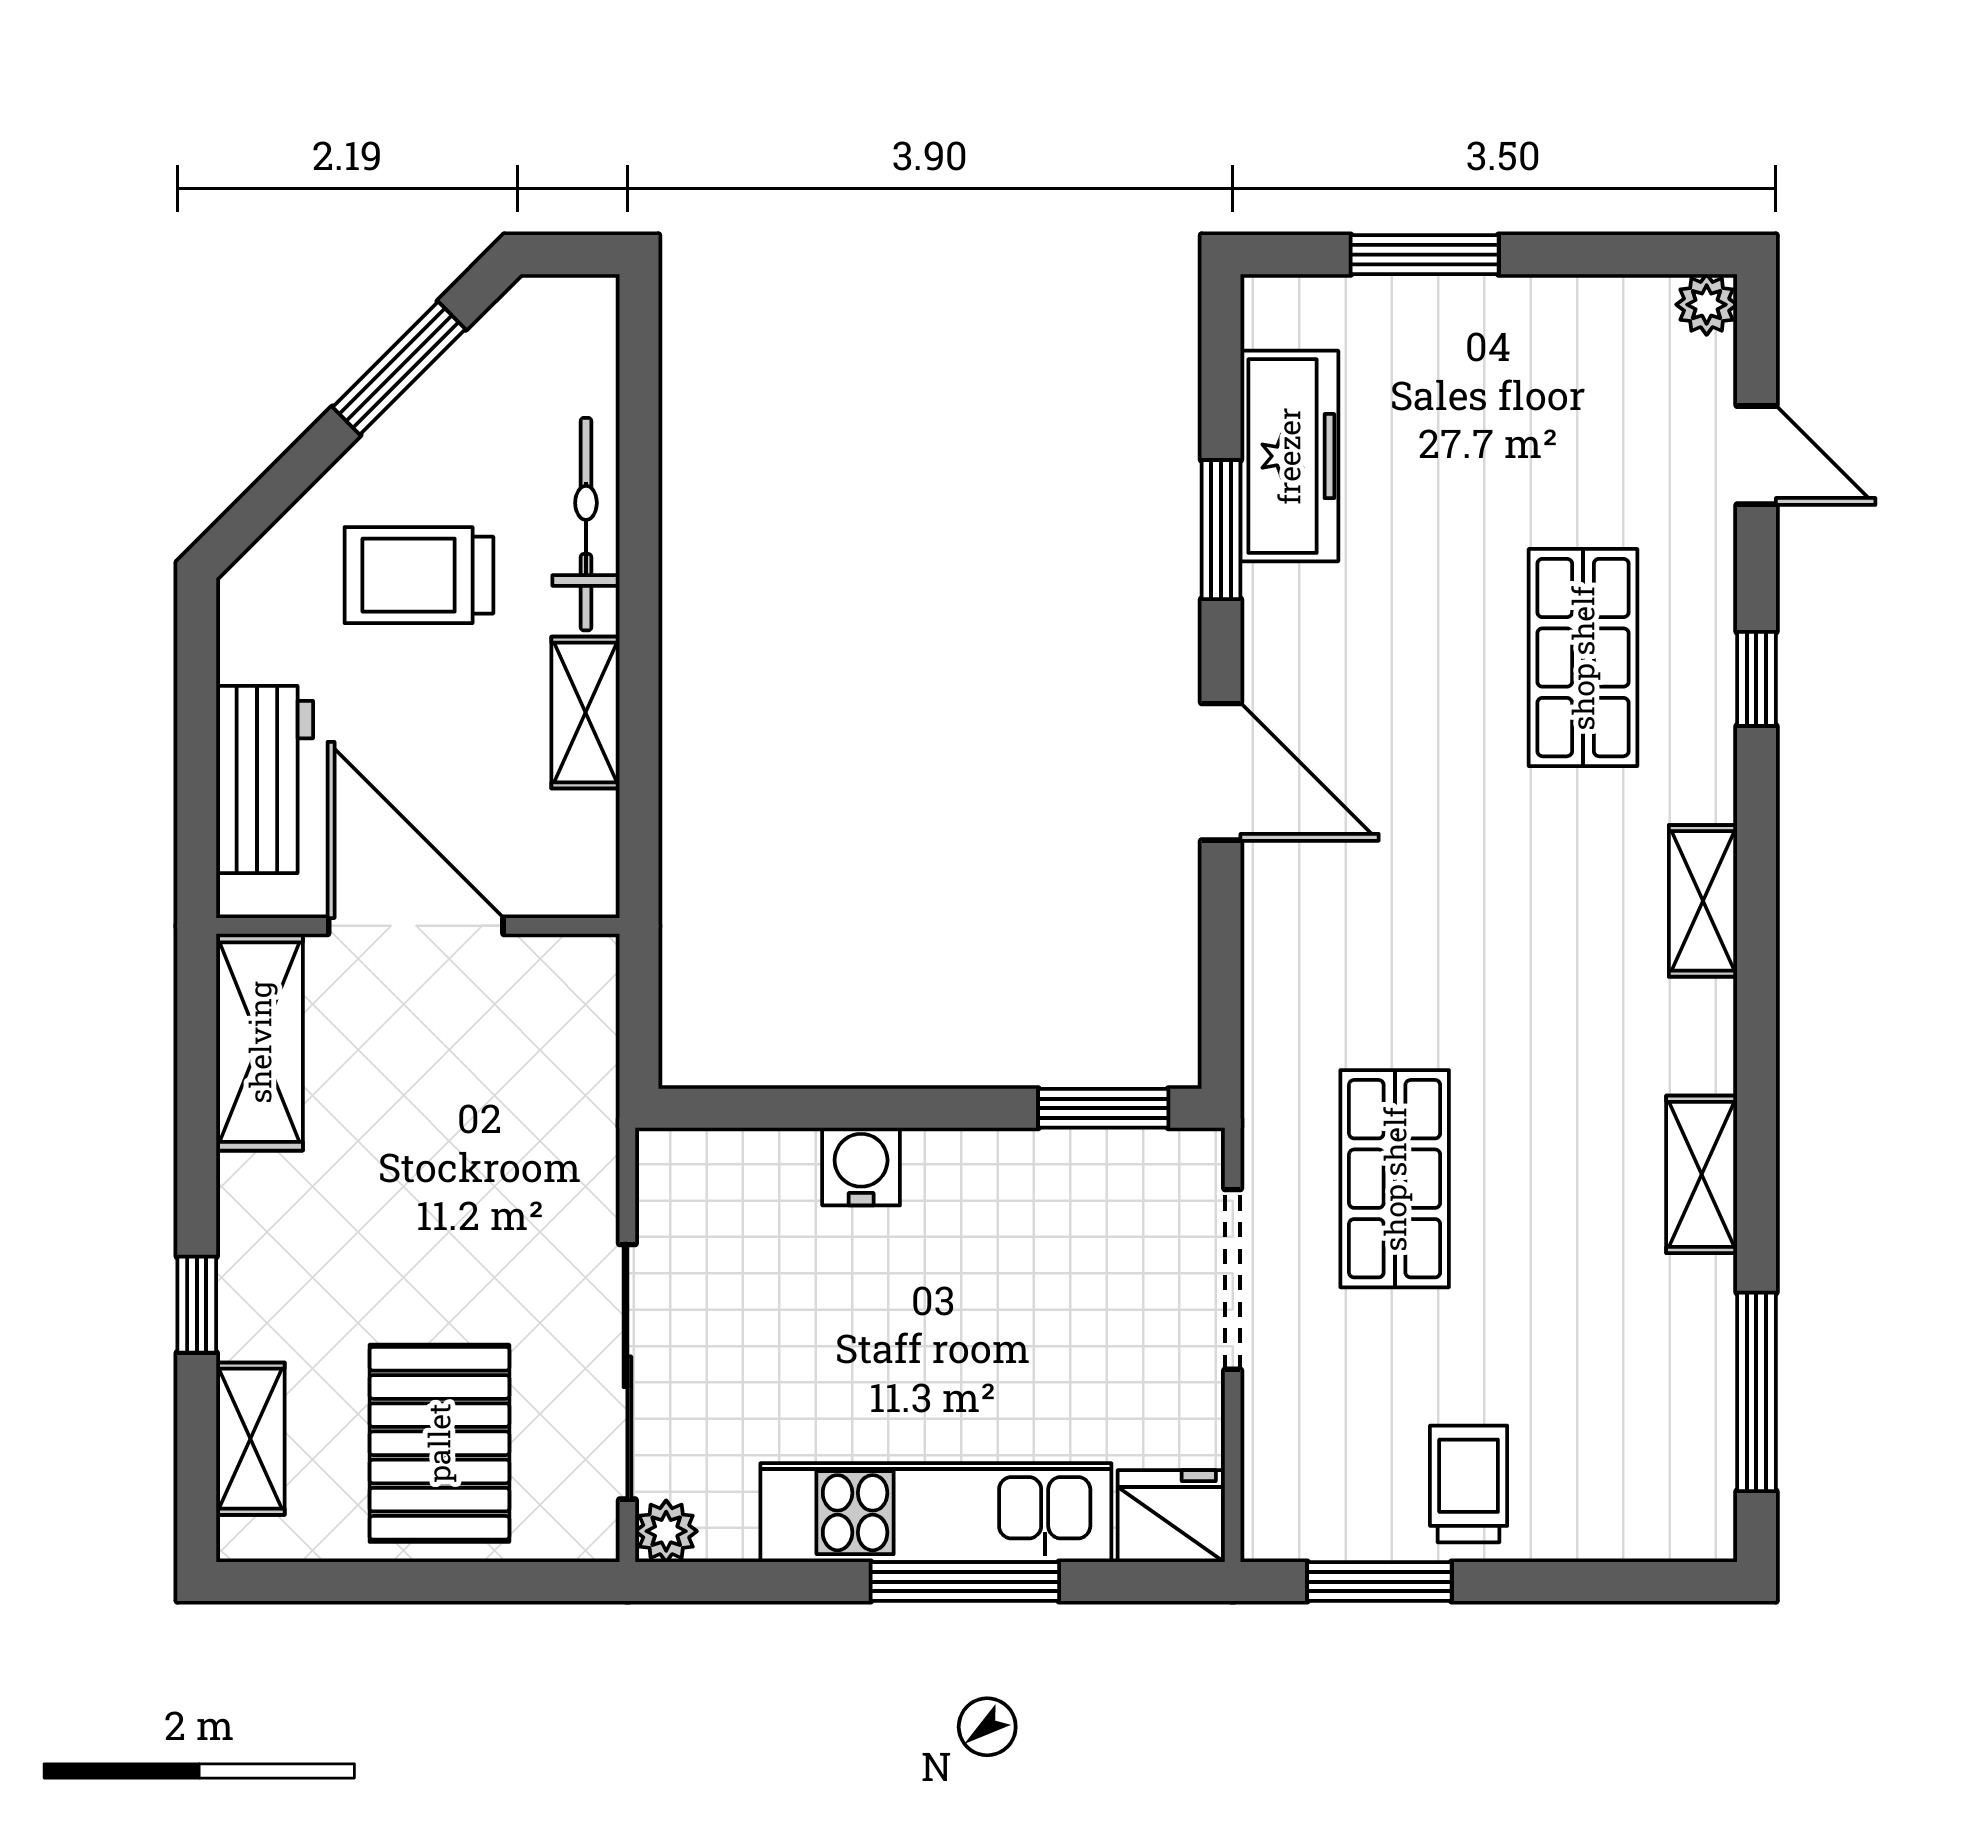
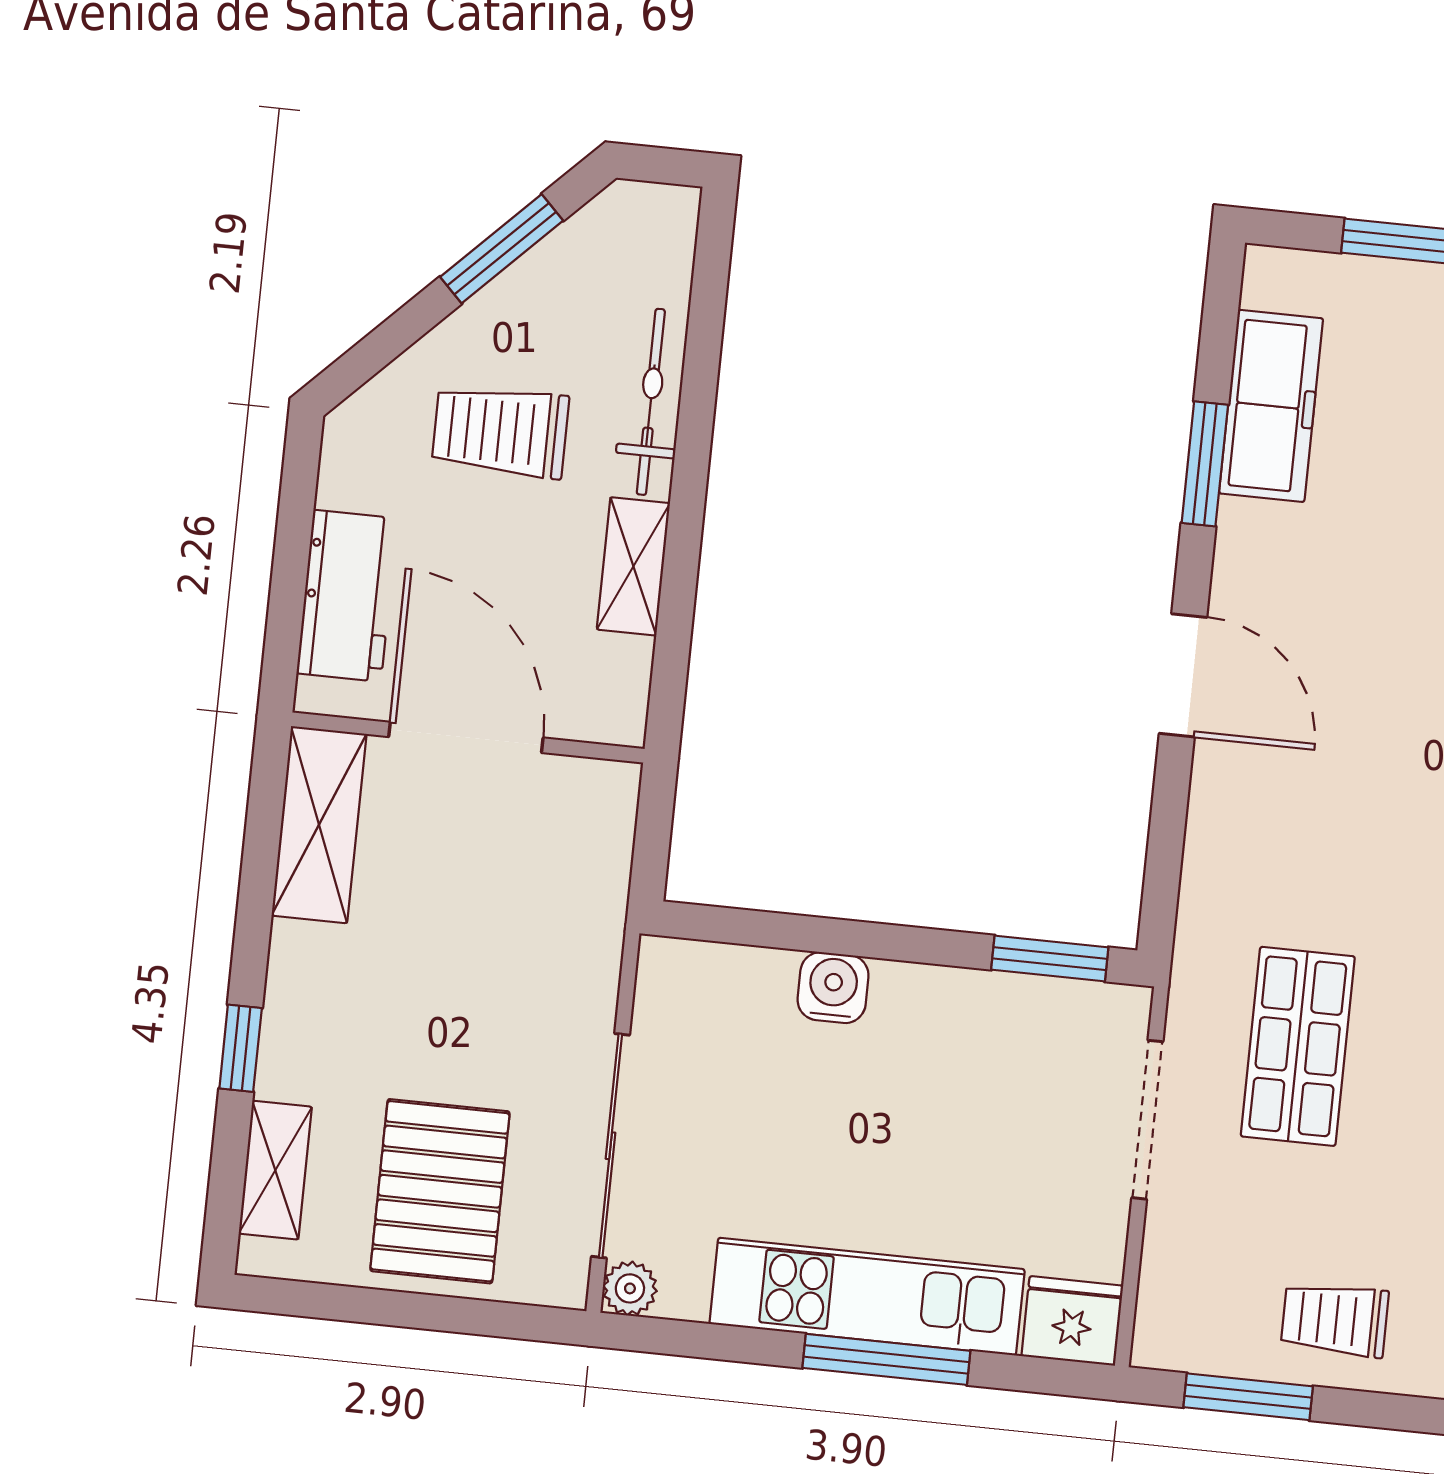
trolley: (1469, 1484) -> (1335, 1320), turned -90

